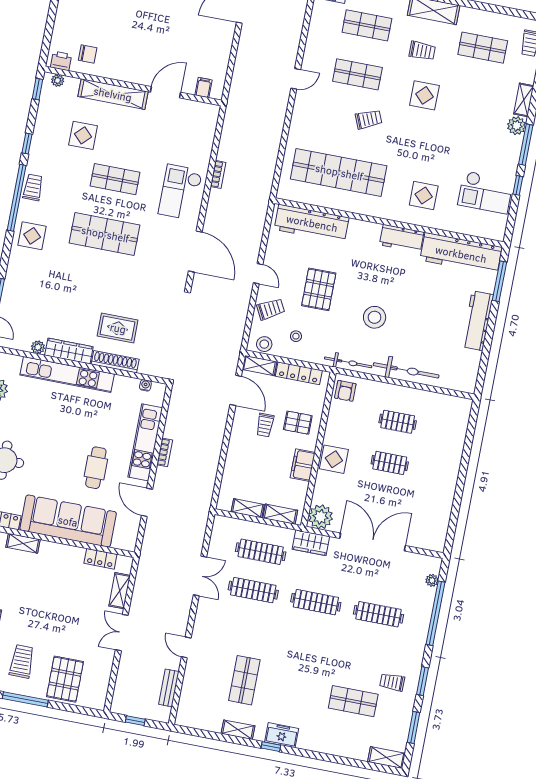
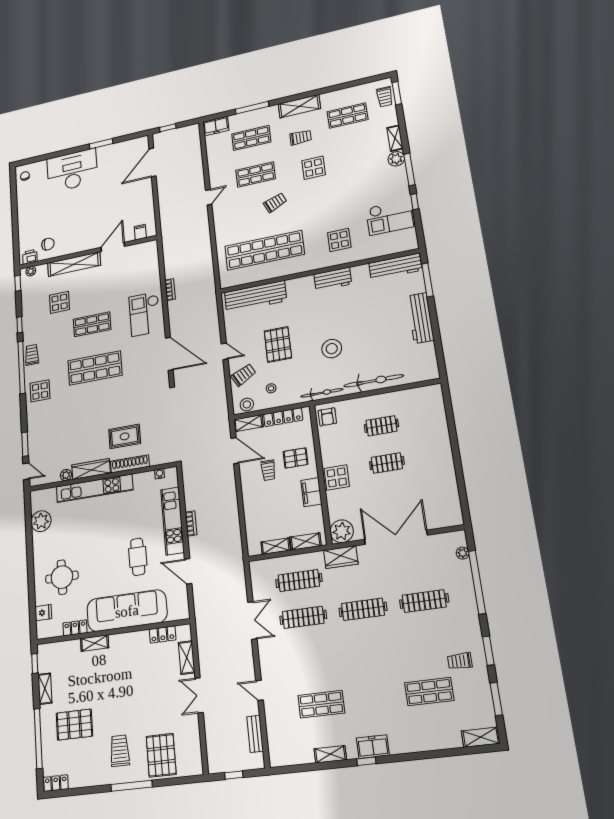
workbench: (461, 254) -> (395, 267), width x0.73, depth x0.76
shop shelf: (244, 680) -> (321, 704), turned 90

